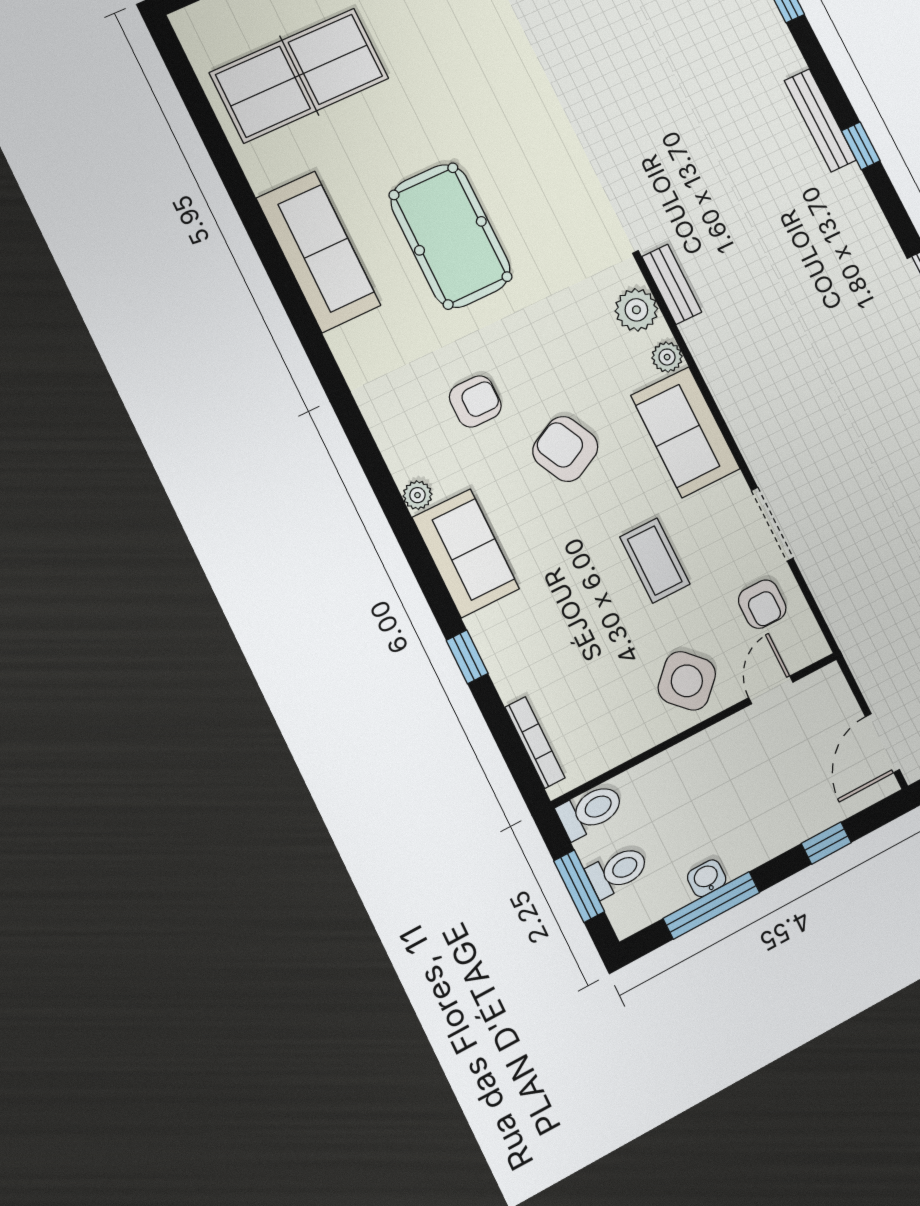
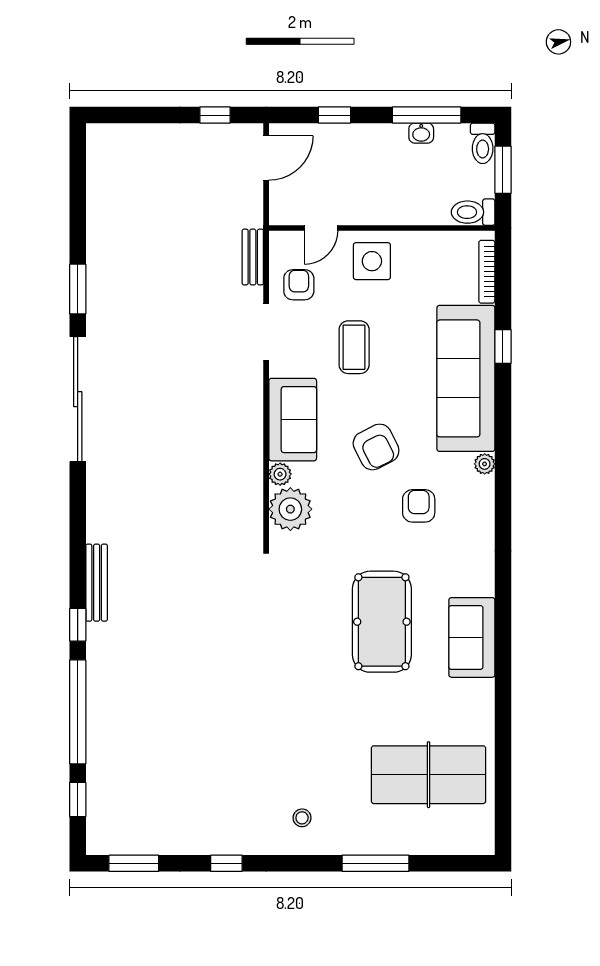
window: (861, 146) -> (78, 625), moved
sofa: (318, 252) -> (472, 637), width x0.73
bench: (672, 284) -> (253, 257), moved
plant: (636, 310) -> (290, 509), width x1.36, depth x1.36
armchair: (475, 401) -> (419, 506), turned 90
sofa: (466, 553) -> (466, 378), width x1.85, depth x1.27
side table: (687, 681) -> (372, 261), turned 45
toilet: (618, 871) -> (483, 143), moved, turned -90

